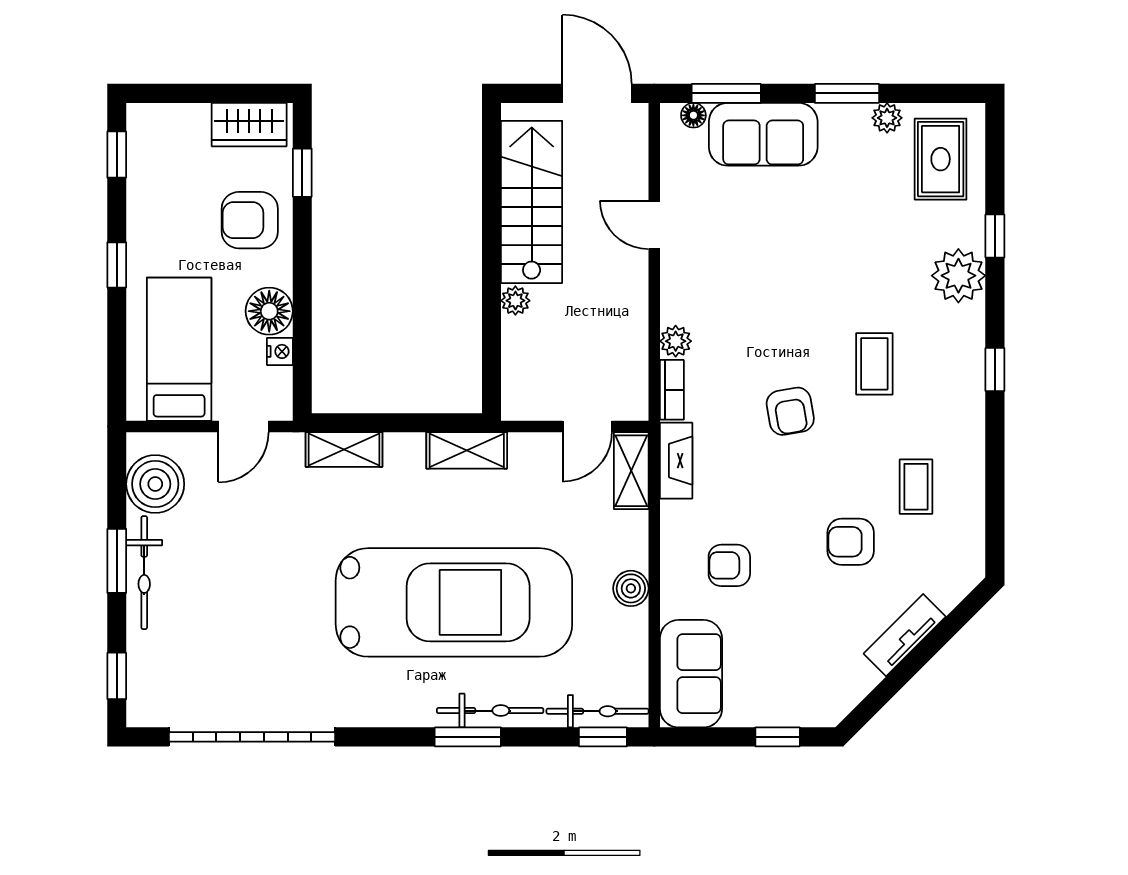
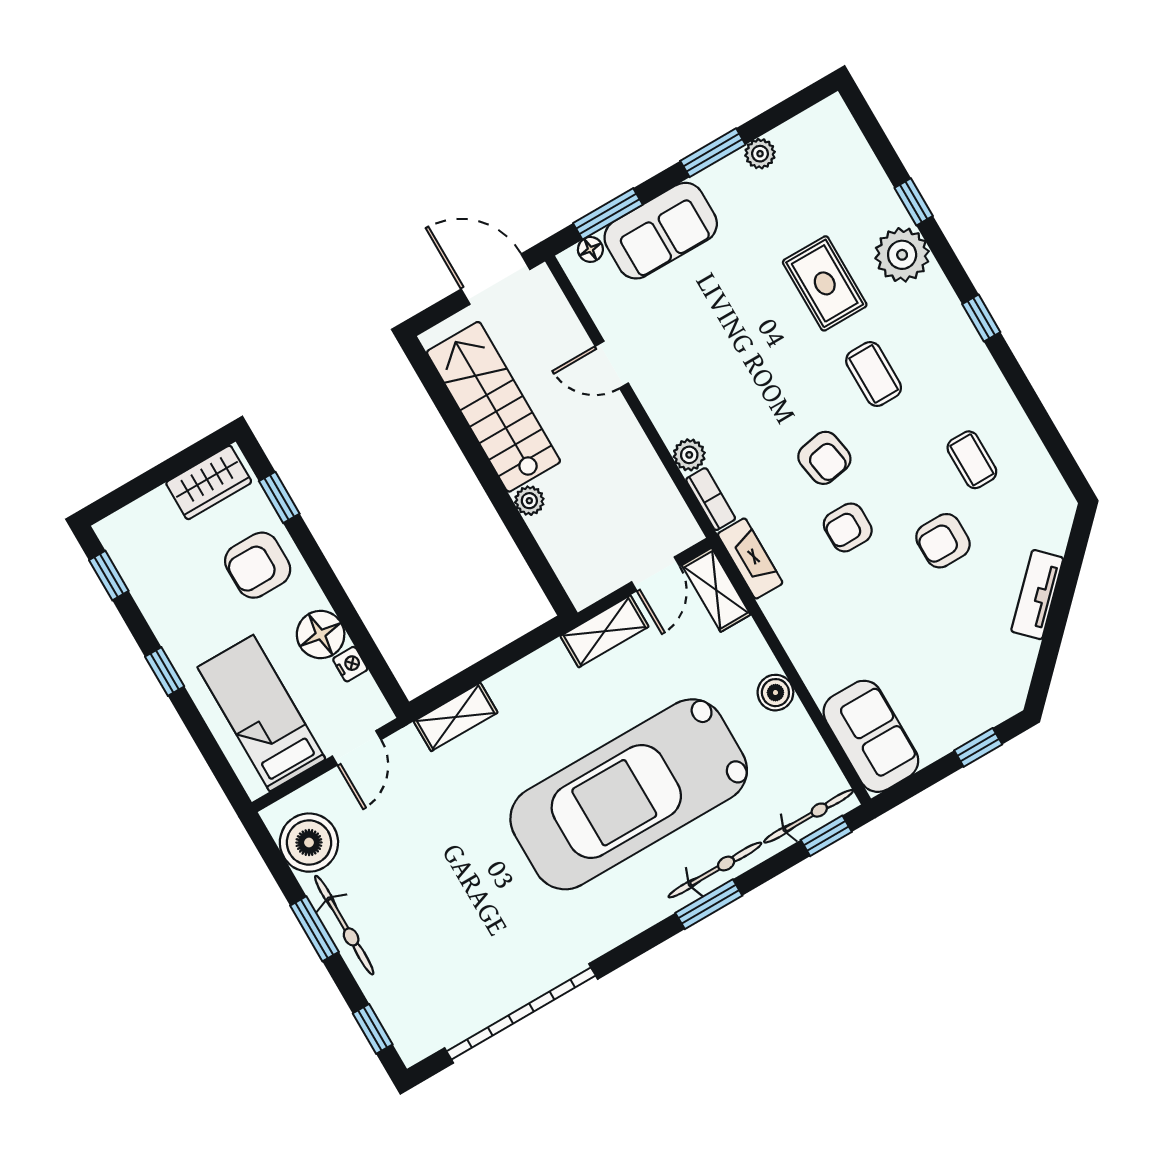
rug: (941, 159) -> (825, 283), moved
shelving: (467, 450) -> (604, 631), moved
armchair: (729, 565) -> (848, 527), moved
car: (454, 602) -> (629, 794), turned 180

